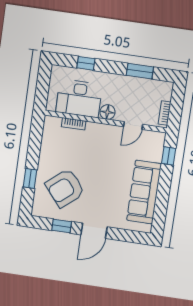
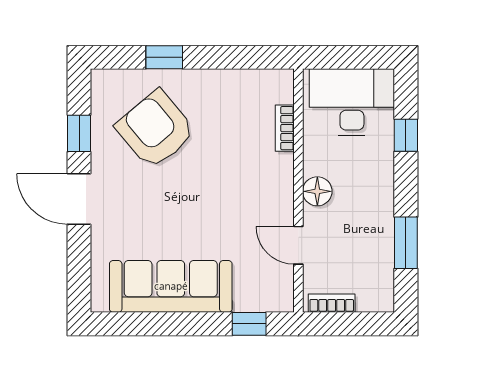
desk: (79, 98) -> (352, 102), moved, turned 90

